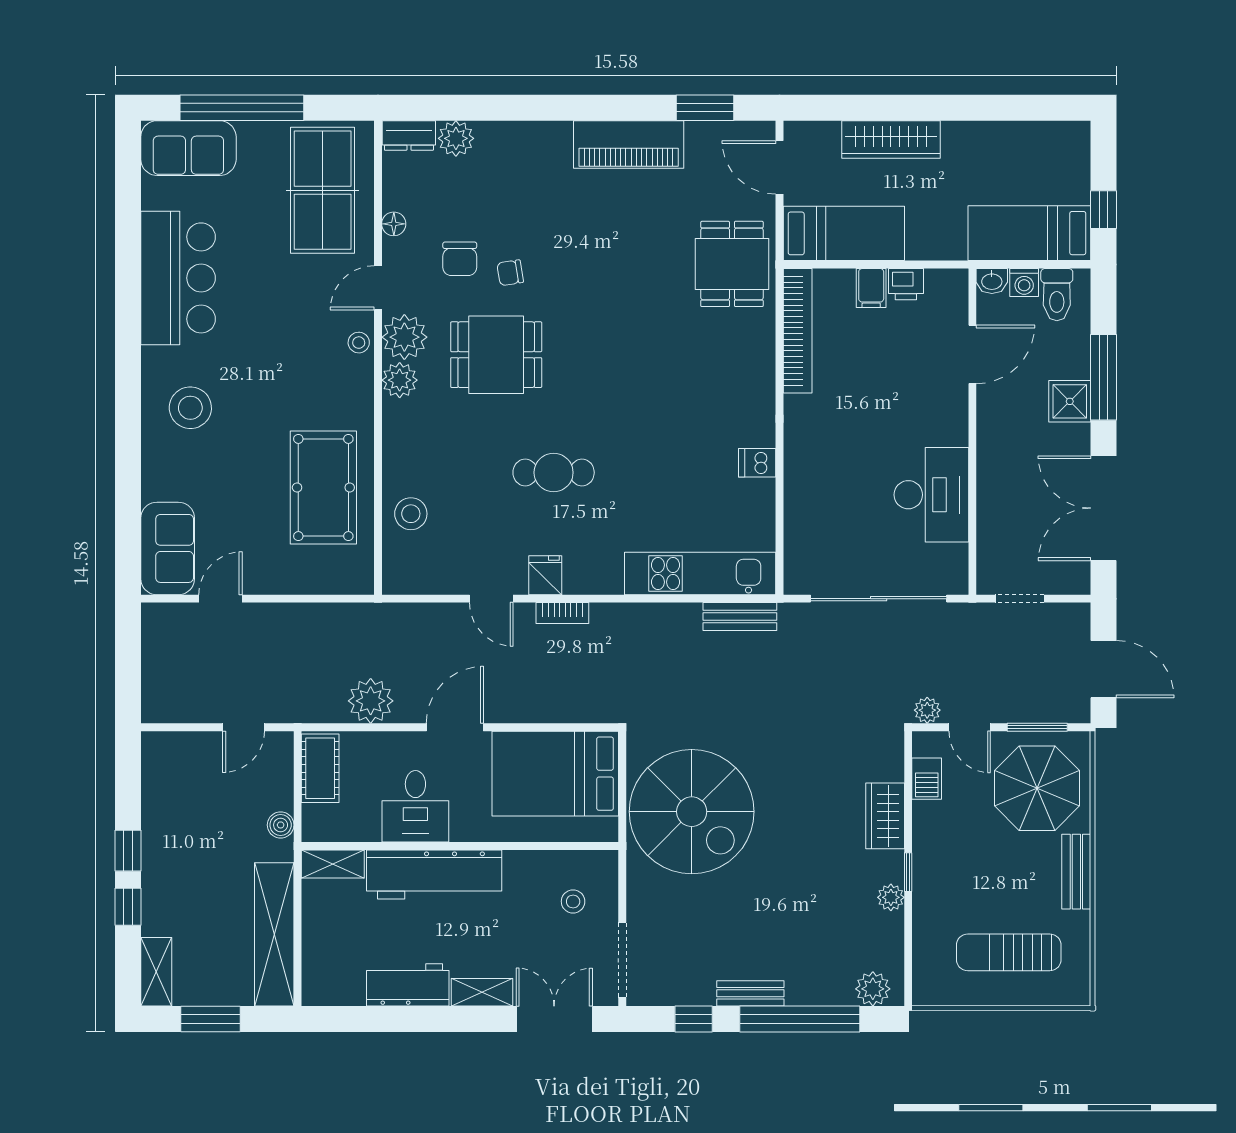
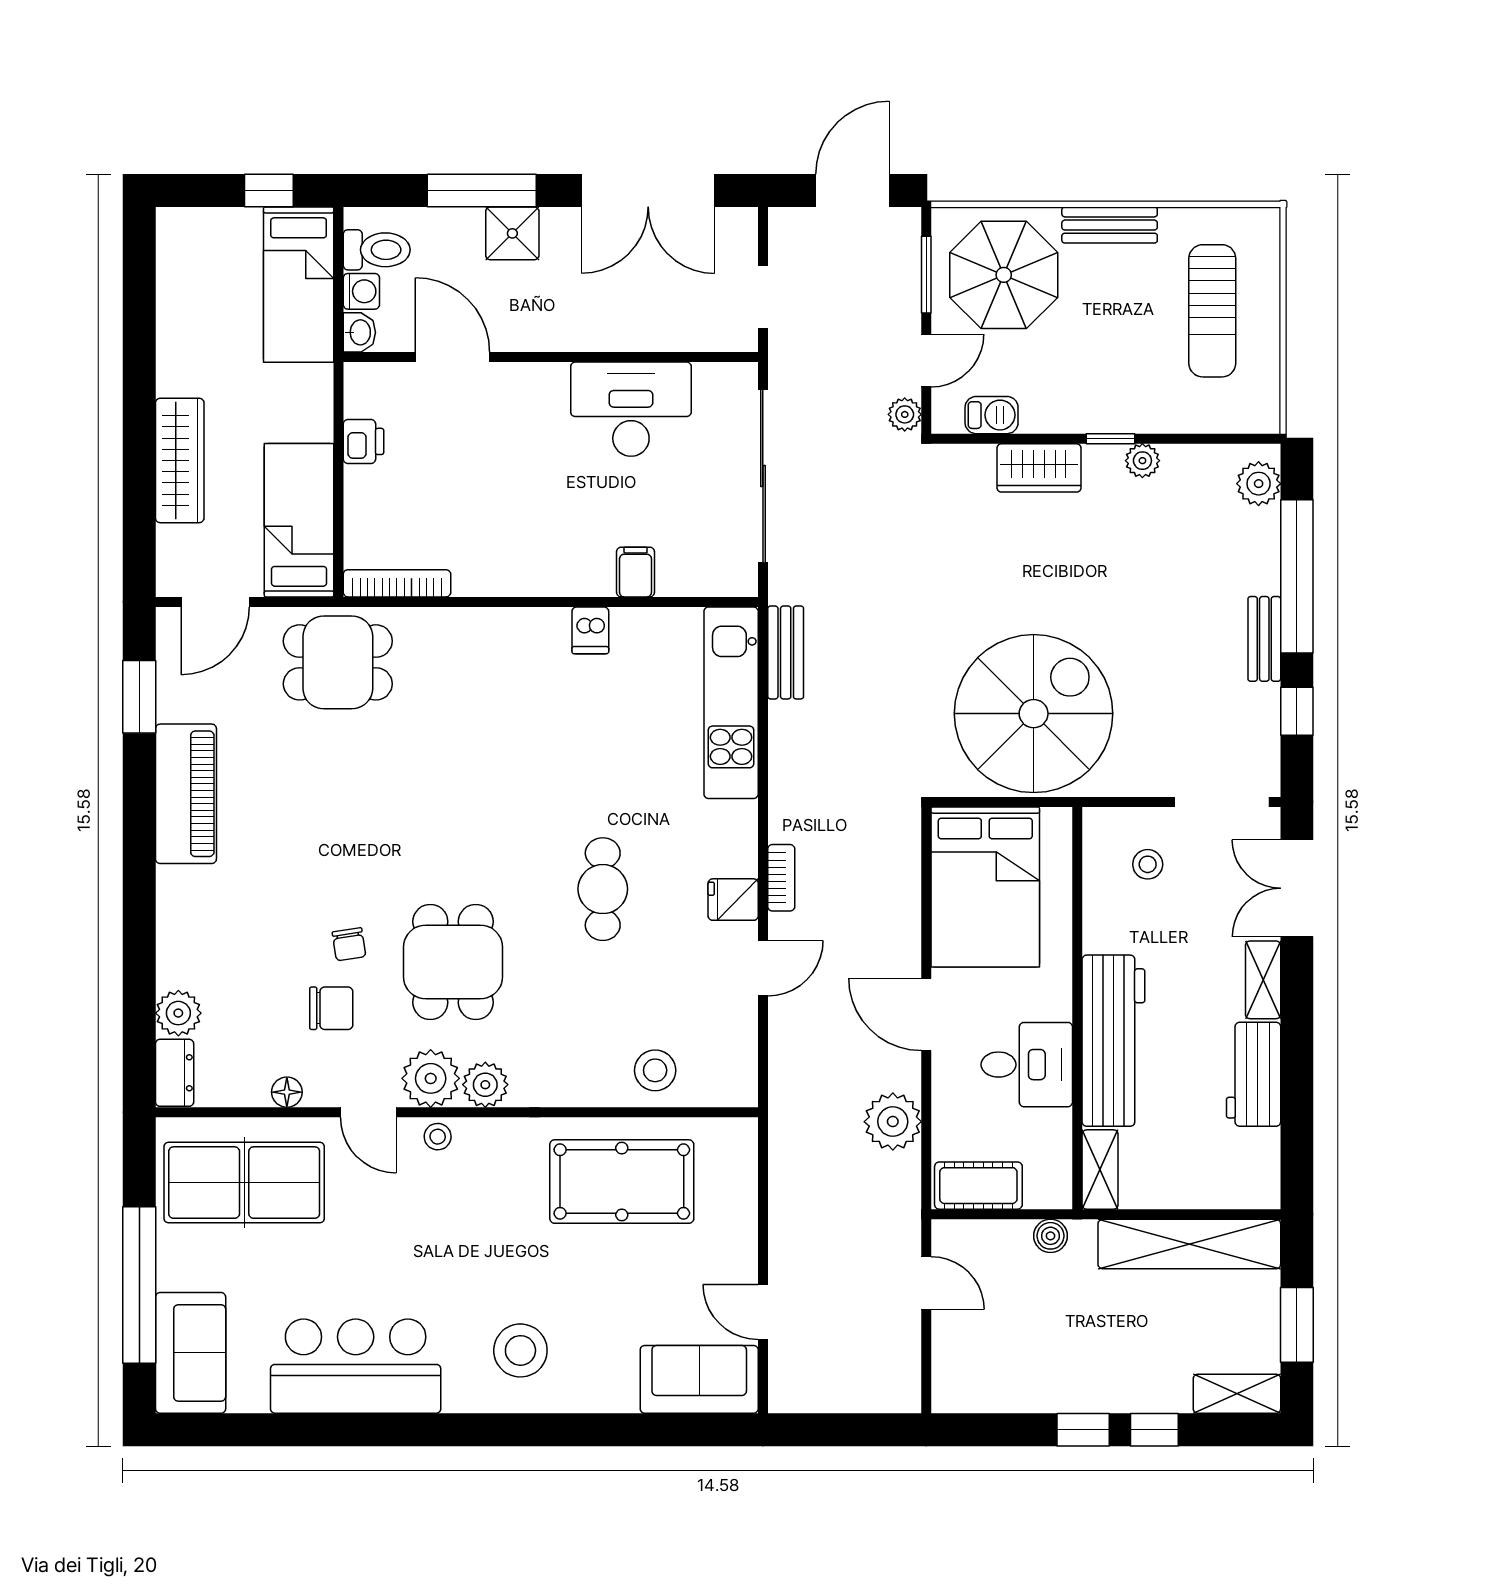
filing cabinet: (871, 288) -> (636, 572), moved, turned -90
bookcase: (798, 331) -> (397, 583), width x0.68, depth x0.76

